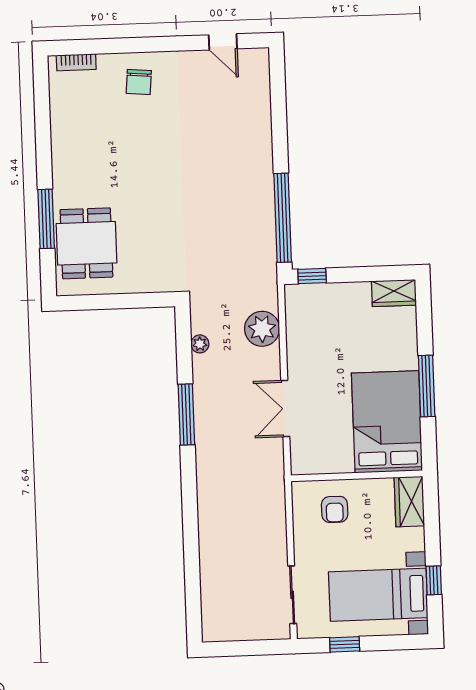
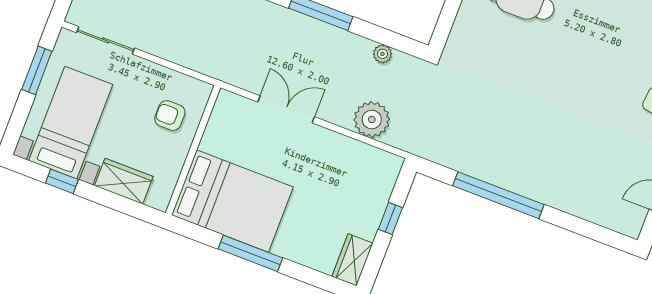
window: (283, 218) -> (498, 195), moved
window: (312, 276) -> (390, 219), moved
wardrobe: (409, 502) -> (124, 181), moved
window: (345, 644) -> (37, 70), width x1.50

